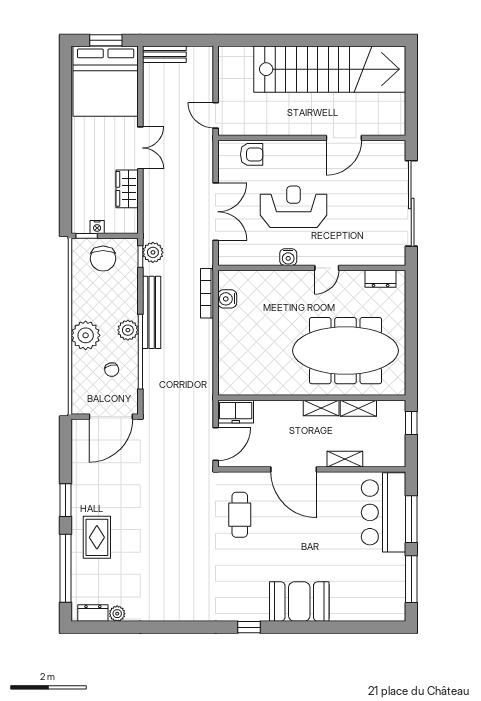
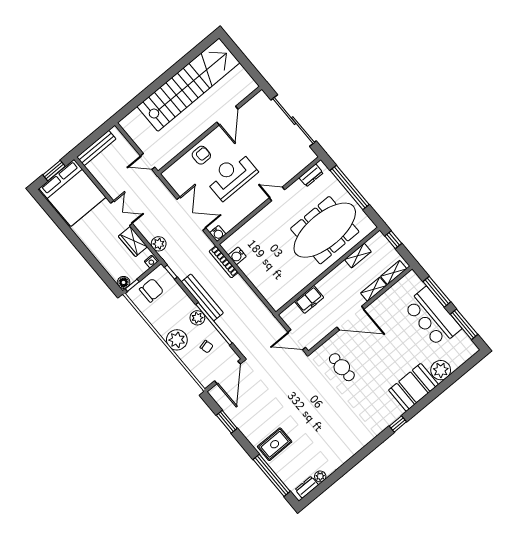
bench: (164, 54) -> (96, 148), width x1.36
armchair: (252, 154) -> (201, 155), moved
floor lamp: (80, 225) -> (124, 282), added
nightstand: (97, 227) -> (151, 262), moved
plant: (153, 252) -> (159, 244), moved
water cooler: (288, 257) -> (218, 233), moved
chair: (103, 259) -> (151, 290), turned -90
door: (327, 268) -> (277, 194), swing flipped
window: (411, 327) -> (350, 188), added
shelving: (321, 408) -> (394, 273), moved
freezer: (236, 412) -> (309, 299), moved
door: (216, 444) -> (297, 340), swing flipped
window: (65, 500) -> (227, 422), moved
bar counter: (384, 512) -> (432, 317), moved
rug: (97, 537) -> (275, 444), turned 90
plant: (344, 608) -> (441, 370), added

